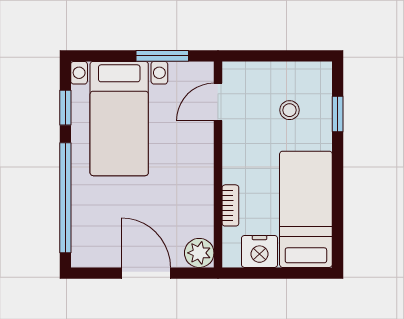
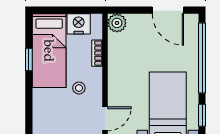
stool: (289, 110) -> (79, 88), moved
window: (338, 114) -> (29, 60), moved
door: (146, 273) -> (168, 10), moved

